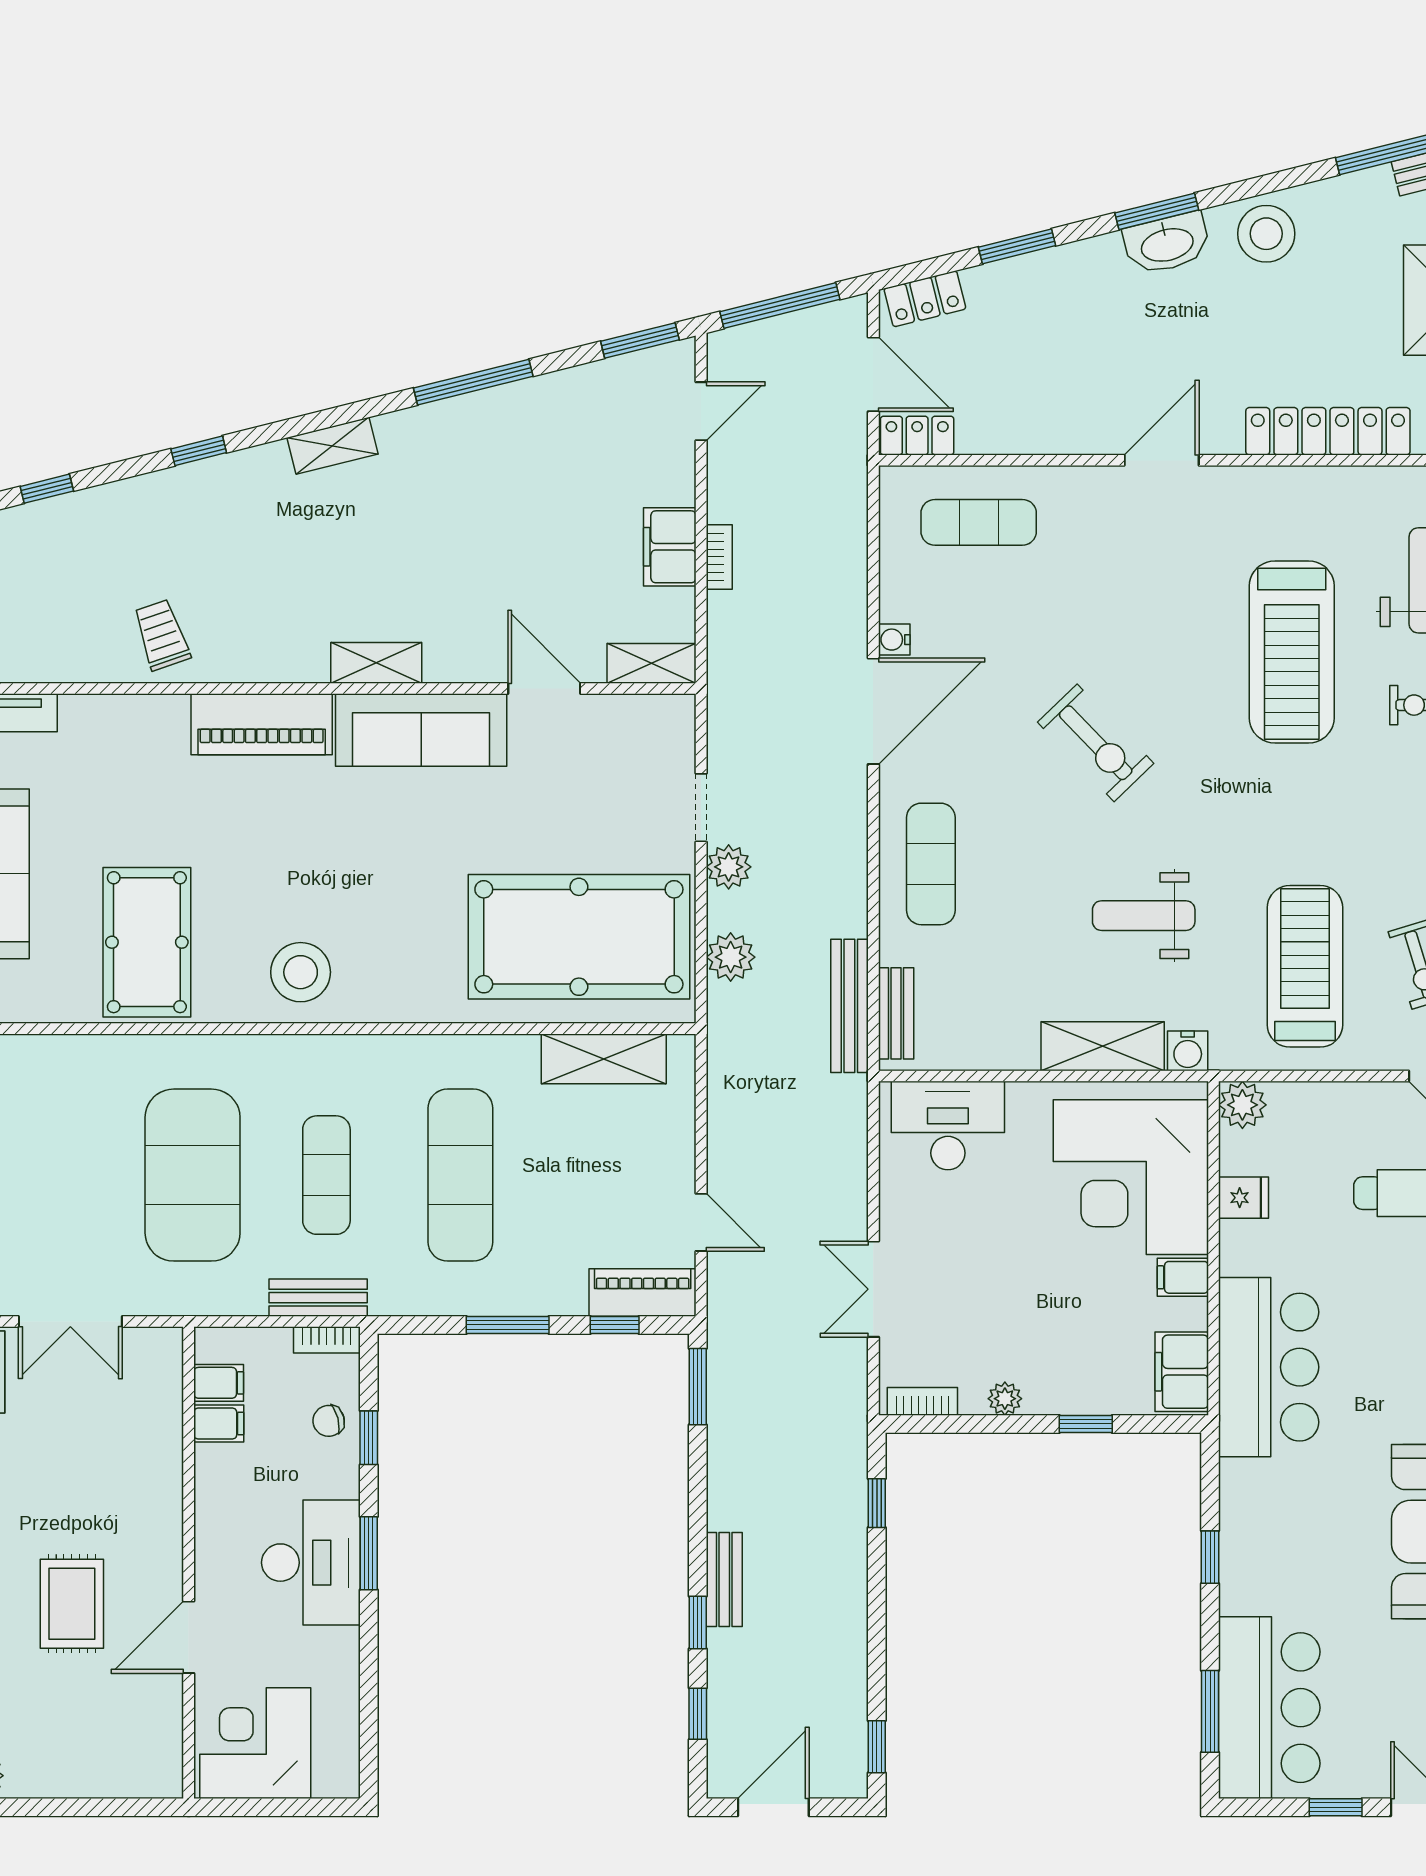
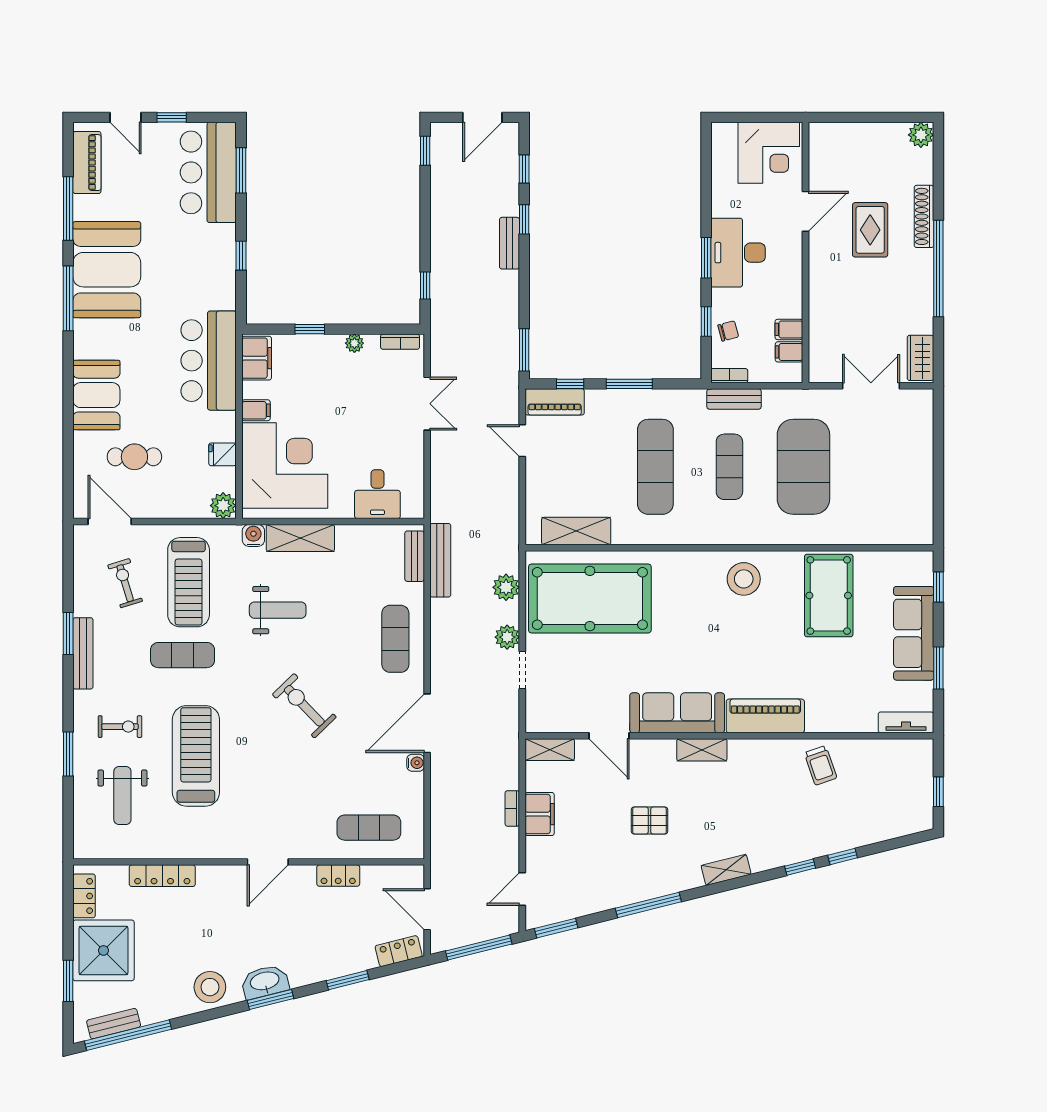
locker: (1328, 431) -> (162, 876), width x0.71, depth x0.83
locker: (917, 436) -> (338, 876), moved
window: (47, 489) -> (843, 857), moved
pallet: (471, 535) -> (649, 820), added
exercise mat: (1316, 834) -> (183, 655), added
desk: (948, 1126) -> (377, 494), width x0.73

